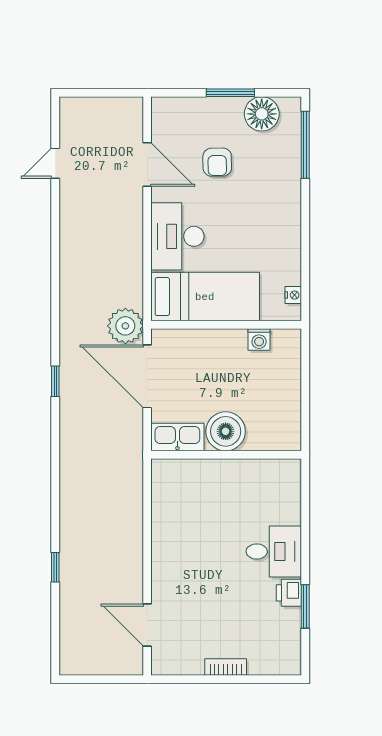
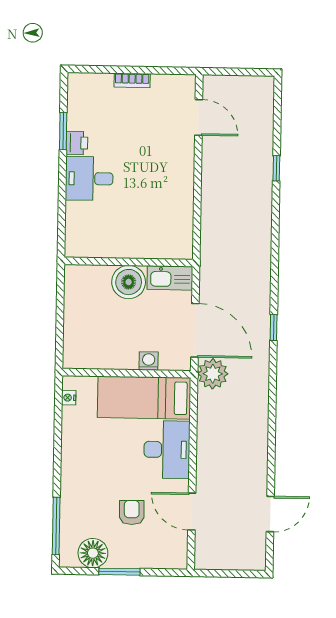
door: (55, 163) -> (270, 514), width x1.38
washing machine: (259, 339) -> (149, 361), moved

